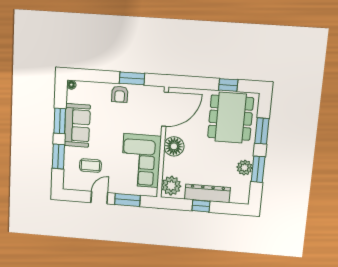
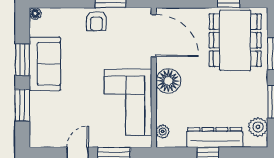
door: (165, 109) -> (154, 35), hinge flipped
coffee table: (90, 166) -> (64, 114), removed
plant: (245, 168) -> (258, 127), moved
plant: (171, 186) -> (163, 131), width x0.53, depth x0.53

